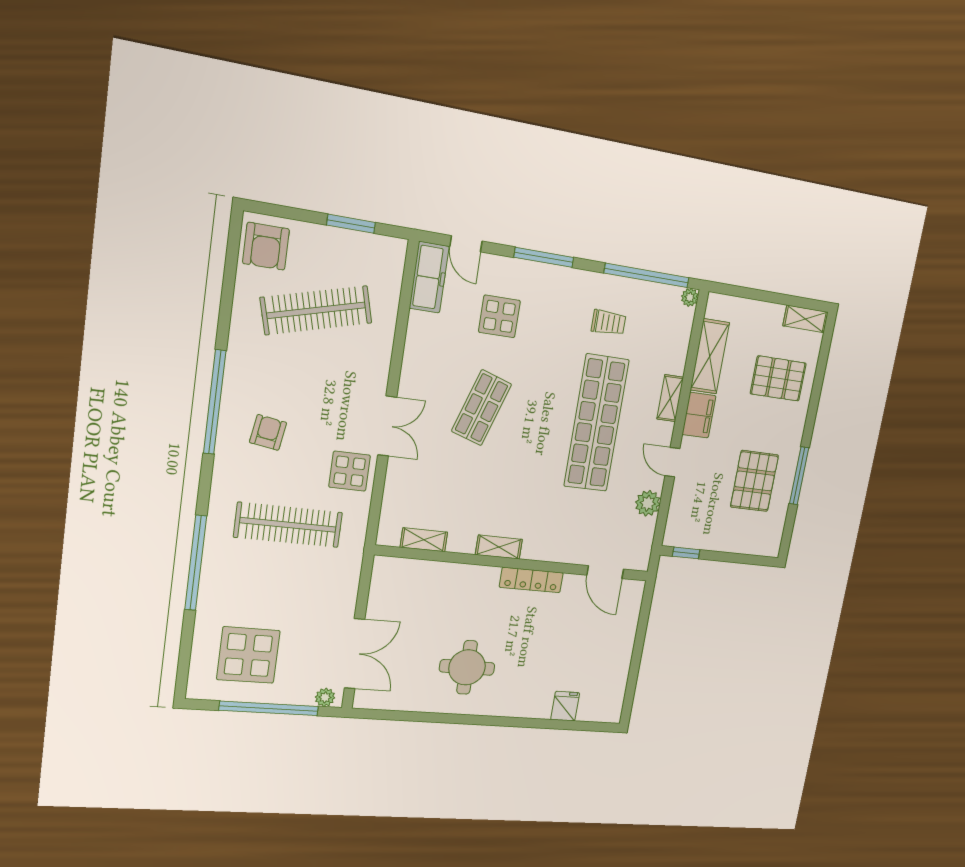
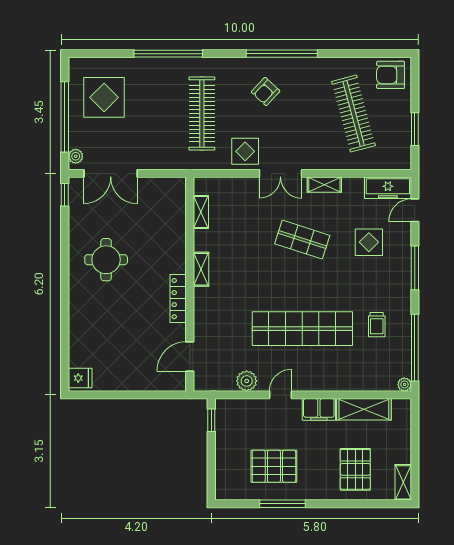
shelving: (670, 398) -> (324, 185), moved
armchair: (268, 432) -> (266, 92), turned 124
fridge: (565, 706) -> (80, 378), moved
window: (375, 714) -> (65, 195), added

